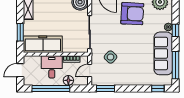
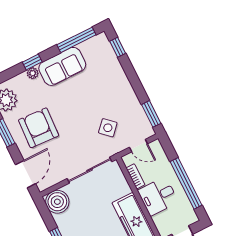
sofa: (163, 53) -> (62, 66), width x0.73
floor lamp: (68, 80) -> (165, 166), removed

